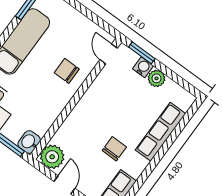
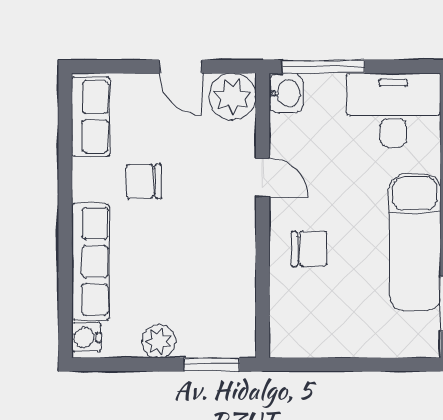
door: (109, 54) -> (263, 177), moved
water cooler: (143, 67) -> (86, 337), moved, turned 90
chair: (114, 149) -> (144, 181), turned 90

